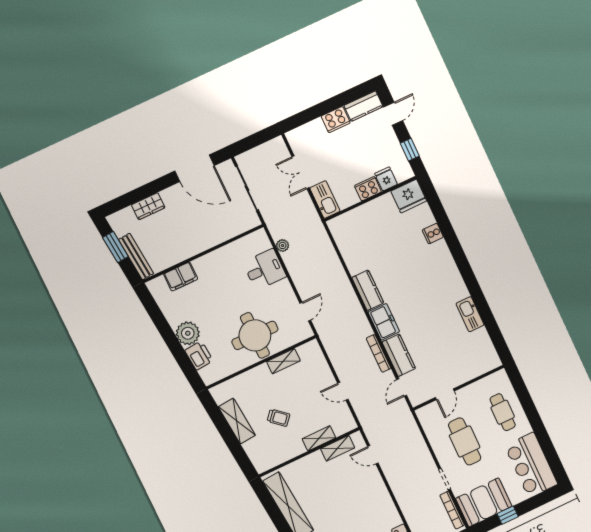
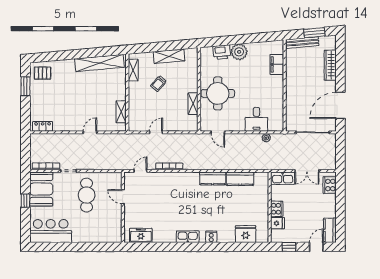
door: (393, 114) -> (316, 247), swing flipped
cooker: (336, 120) -> (330, 185), moved
double door: (300, 172) -> (307, 171), swing flipped
fridge: (409, 196) -> (246, 234), moved, turned 90
wardrobe: (148, 206) -> (330, 65), width x1.50
cooker: (433, 234) -> (211, 237), moved
kitchen sink: (470, 314) -> (188, 237), moved
freezer: (384, 322) -> (141, 235), moved, turned 180
kitchen counter: (399, 355) -> (240, 179), moved
door: (402, 387) -> (140, 171), hinge flipped
cafe table: (503, 412) -> (94, 228), removed
shelving: (319, 438) -> (133, 70), moved
cafe table: (465, 441) -> (87, 195), turned 90
door: (373, 455) -> (90, 132), moved

